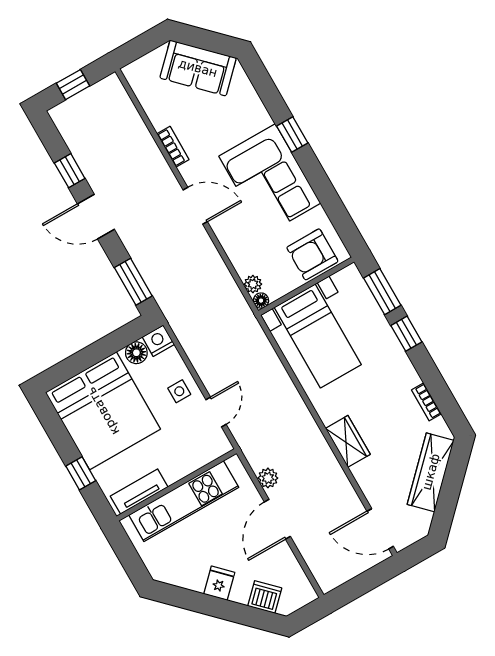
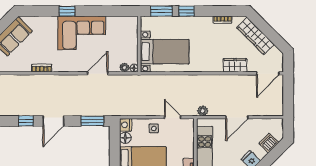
door: (195, 206) -> (98, 73), moved
armchair: (312, 254) -> (126, 33), removed
wardrobe: (348, 441) -> (235, 65), moved
plant: (268, 478) -> (203, 111), moved
door: (277, 519) -> (237, 117), hinge flipped

